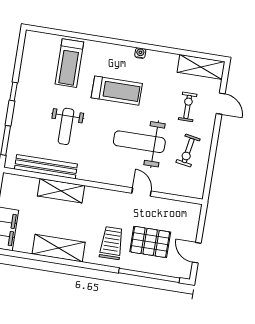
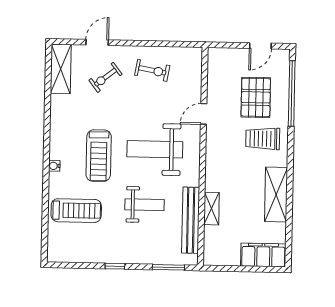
water cooler: (140, 53) -> (54, 166), moved
treadmill: (117, 91) -> (99, 156), turned 180
exercise bike: (188, 107) -> (105, 77), turned -38
weight bench: (139, 142) -> (155, 149), moved, turned 90
shelving: (61, 191) -> (212, 209), width x0.67, depth x0.75

